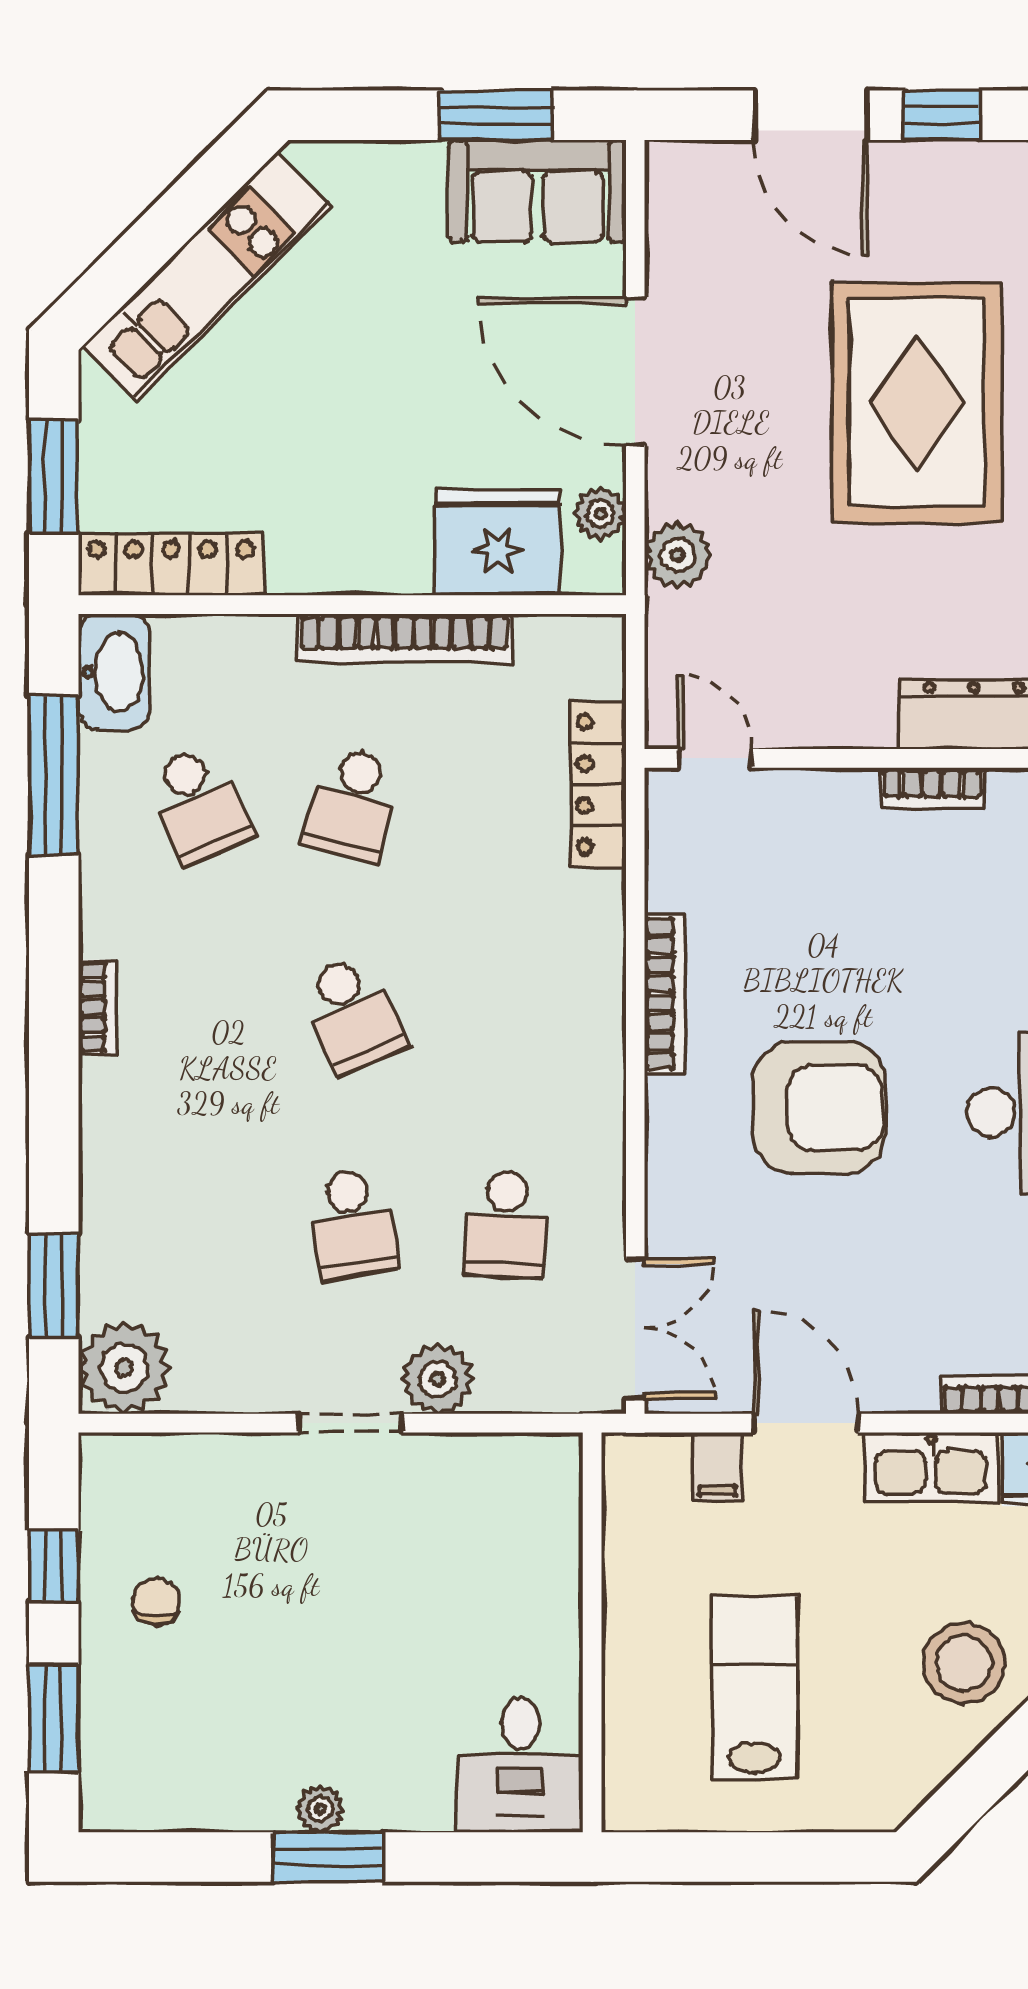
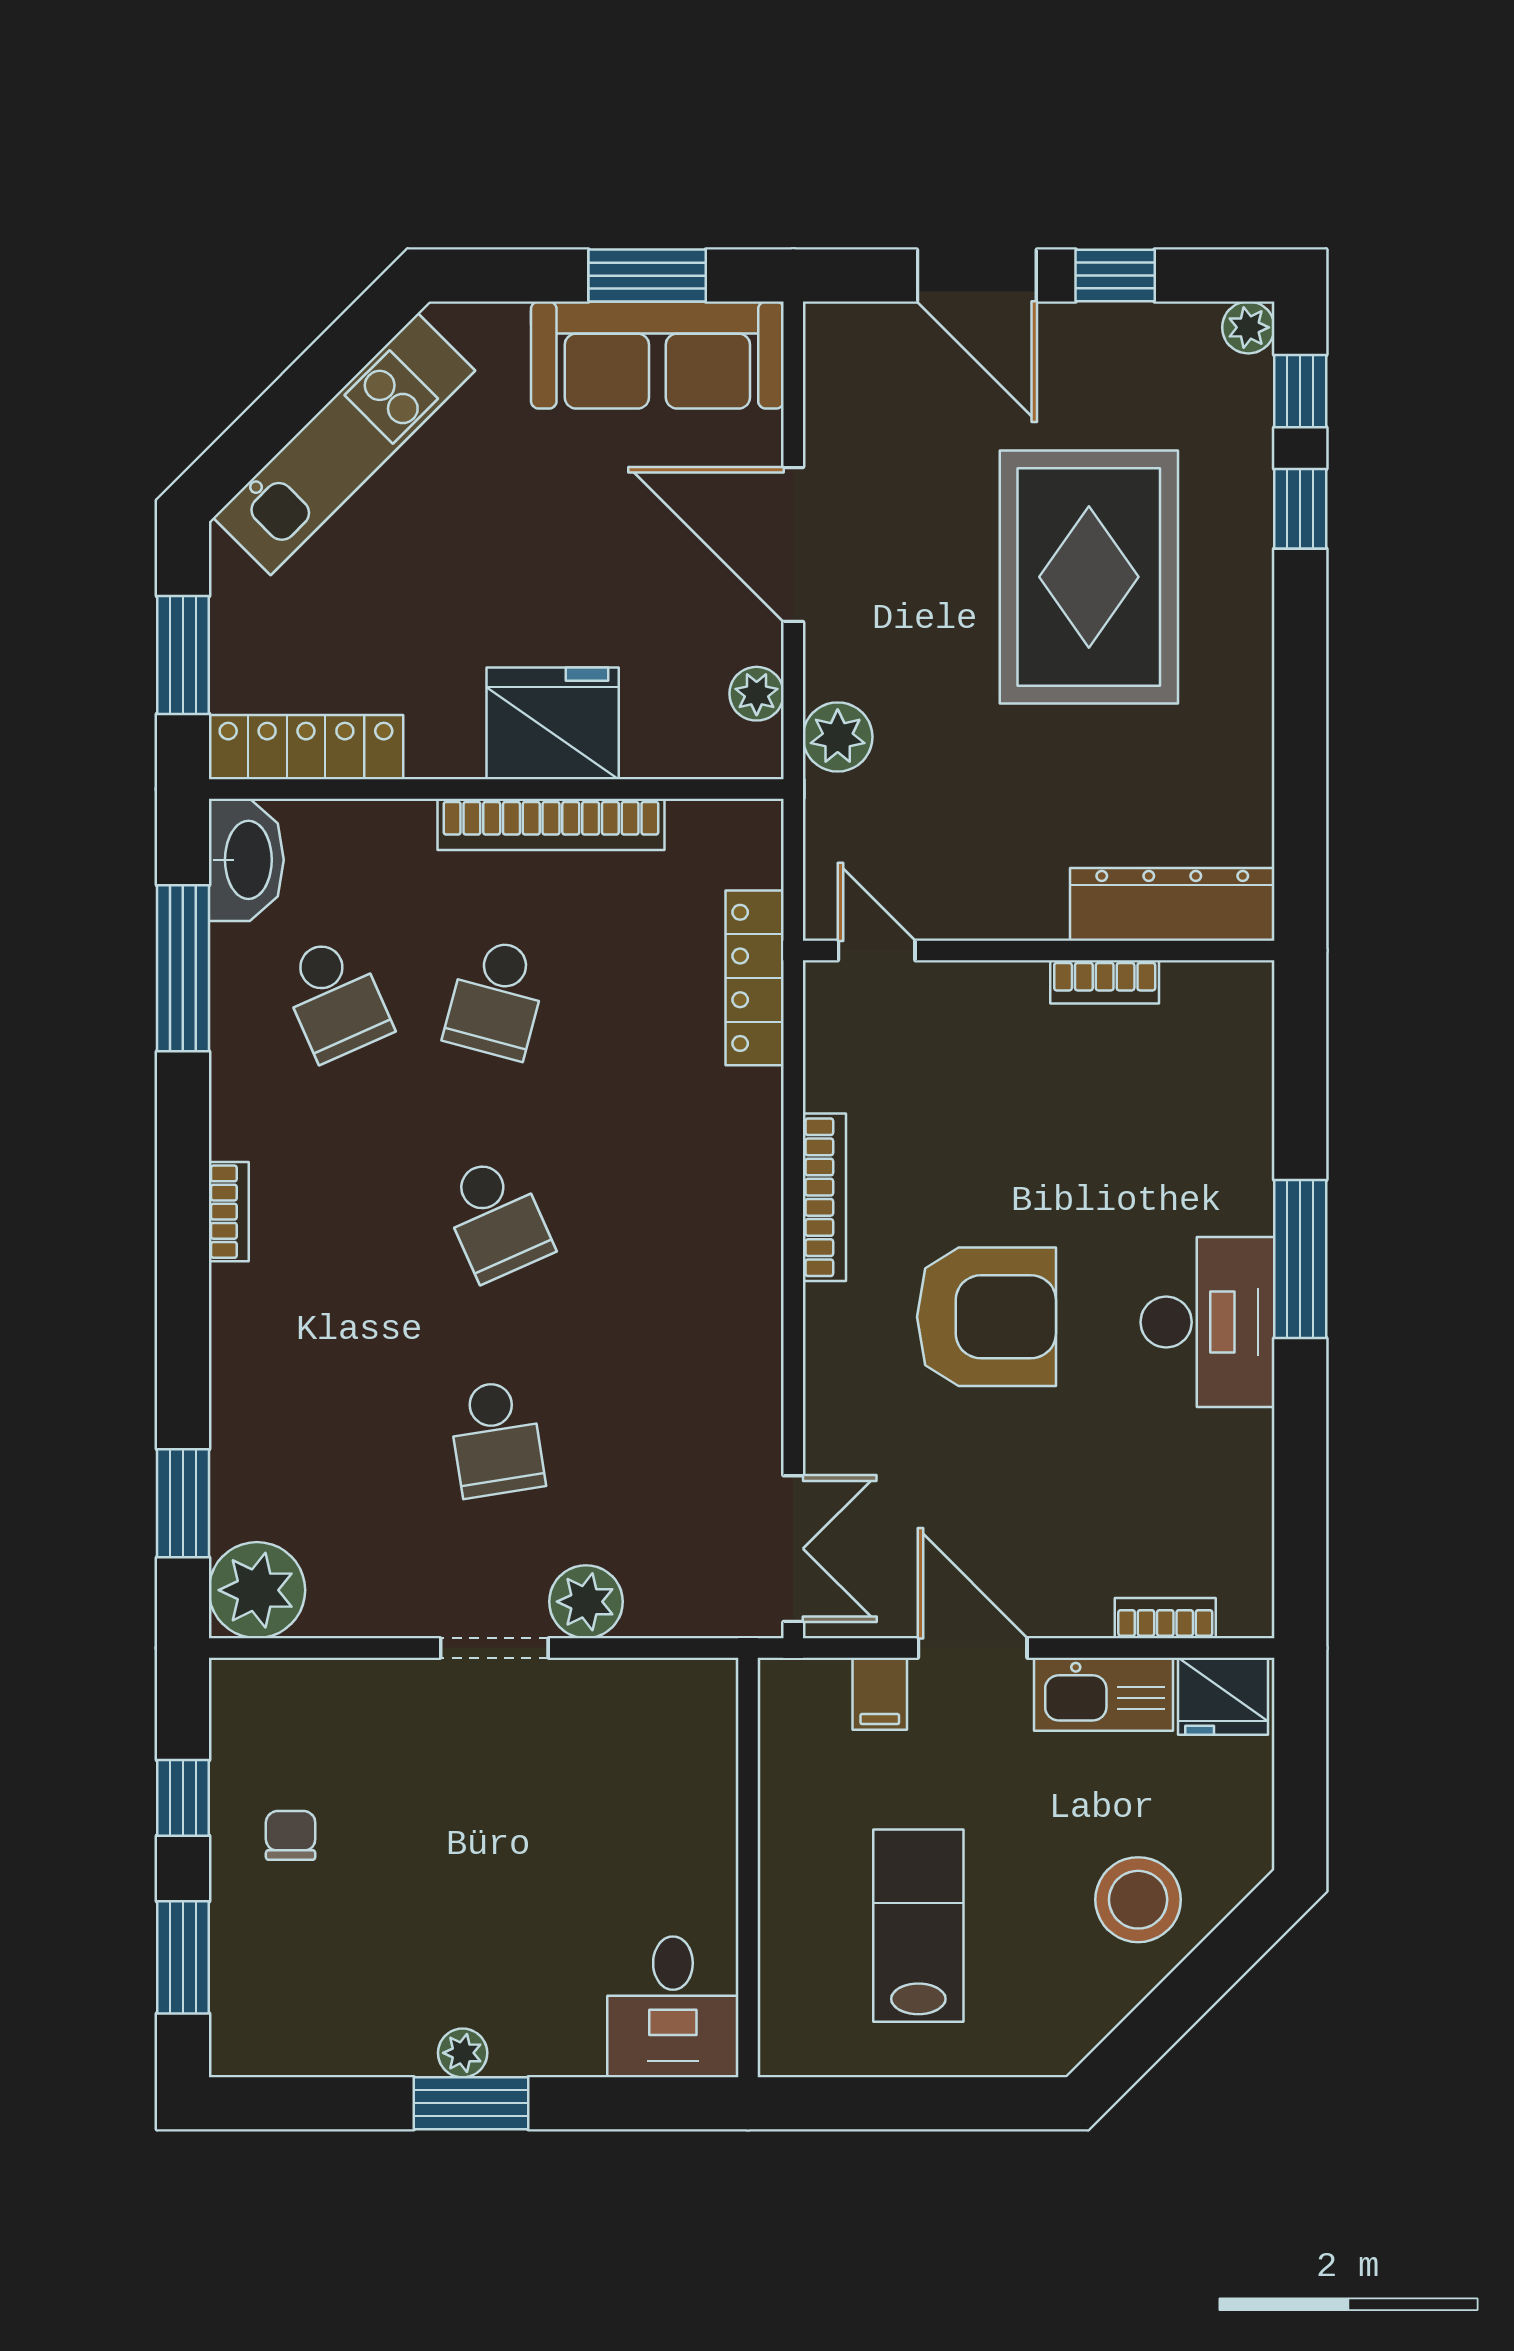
sofa: (538, 191) -> (657, 355), width x1.36
fridge: (498, 542) -> (553, 723), moved
school desk: (505, 1224) -> (657, 1439), removed

